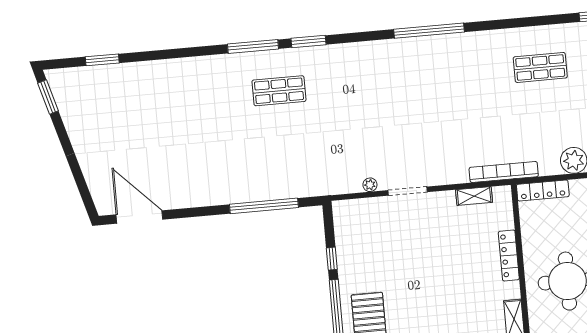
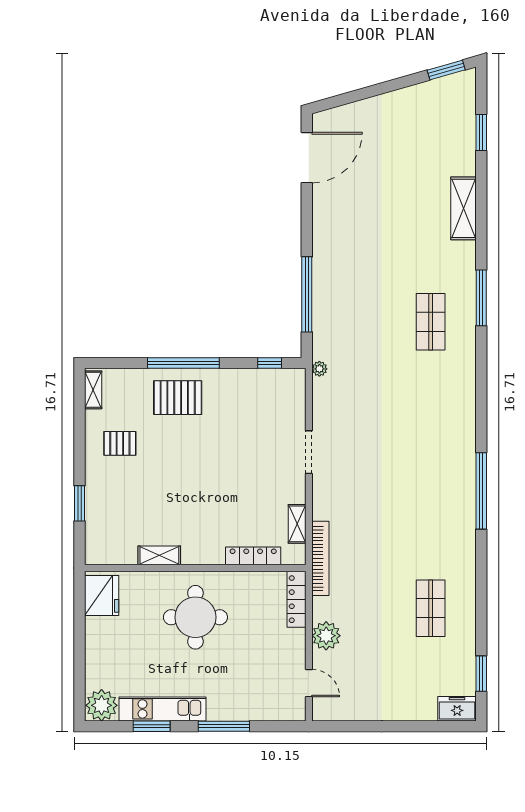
window: (309, 41) -> (481, 359), removed
shelving: (173, 70) -> (464, 208), added
plant: (370, 185) -> (319, 369), moved
locker: (509, 256) -> (253, 556), moved
window: (332, 259) -> (270, 363), moved

